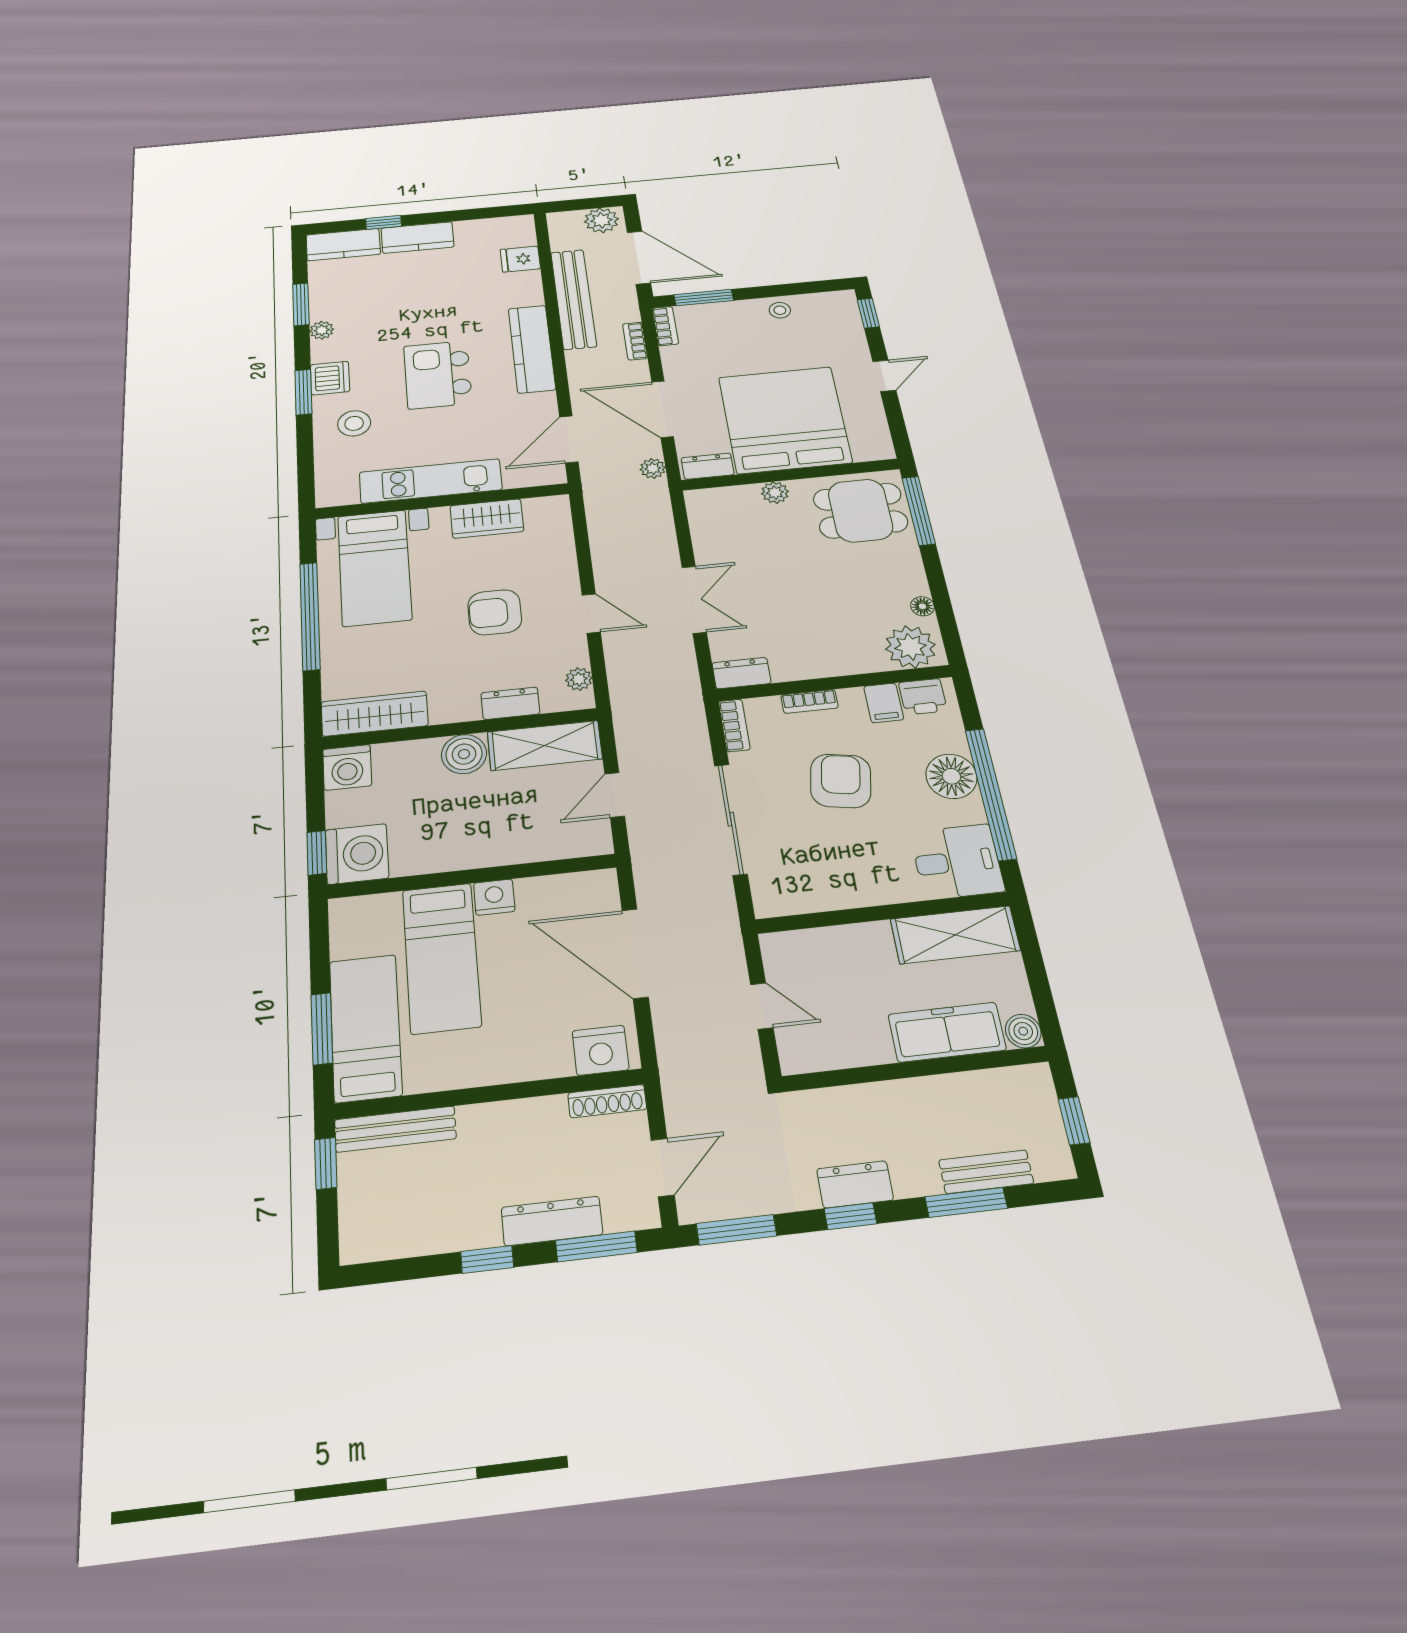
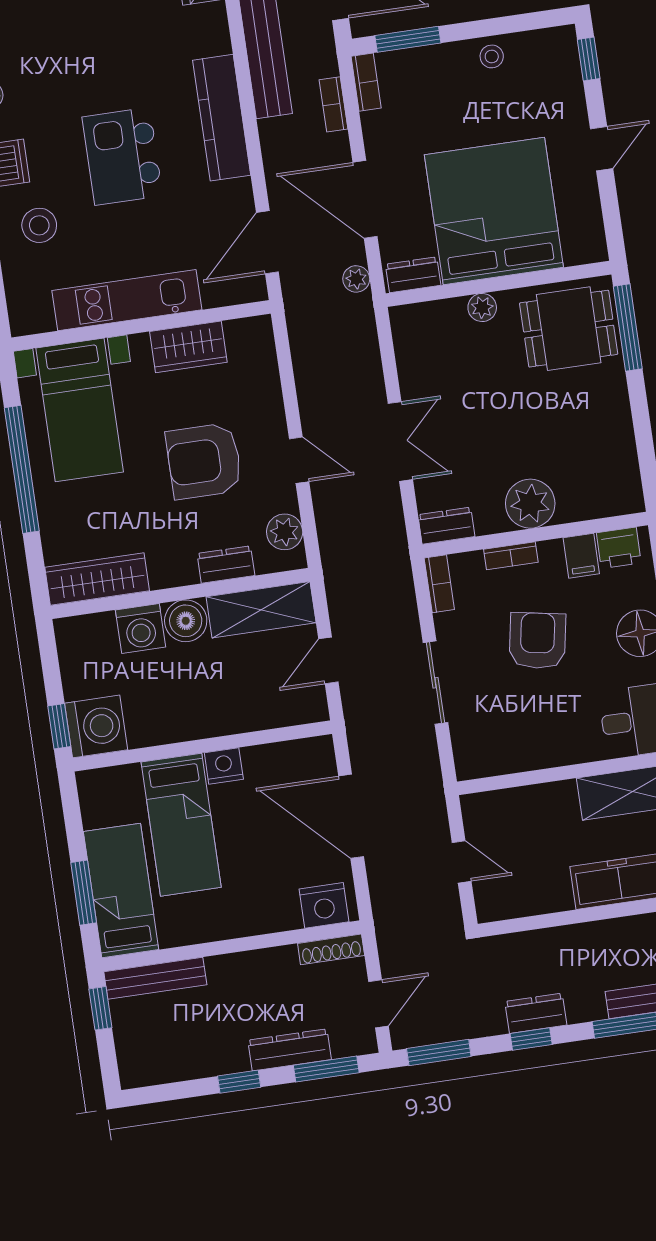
floor lamp: (922, 606) -> (625, 444), removed
armchair: (495, 612) -> (204, 461), width x1.36, depth x1.36
plant: (910, 647) -> (530, 504), moved
plant: (579, 679) -> (285, 532), width x1.38, depth x1.38
washing machine: (347, 767) -> (140, 629), moved
sliding door: (731, 819) -> (436, 683), width x0.73

